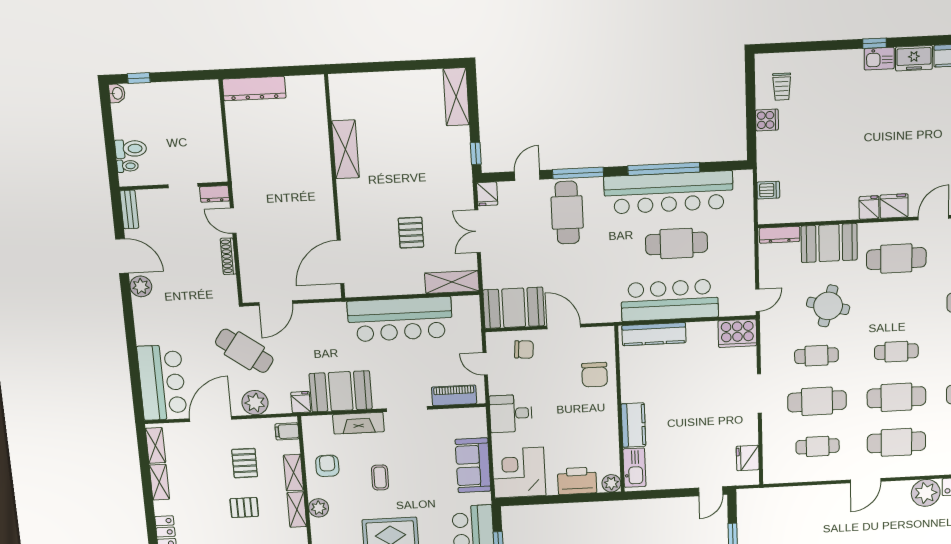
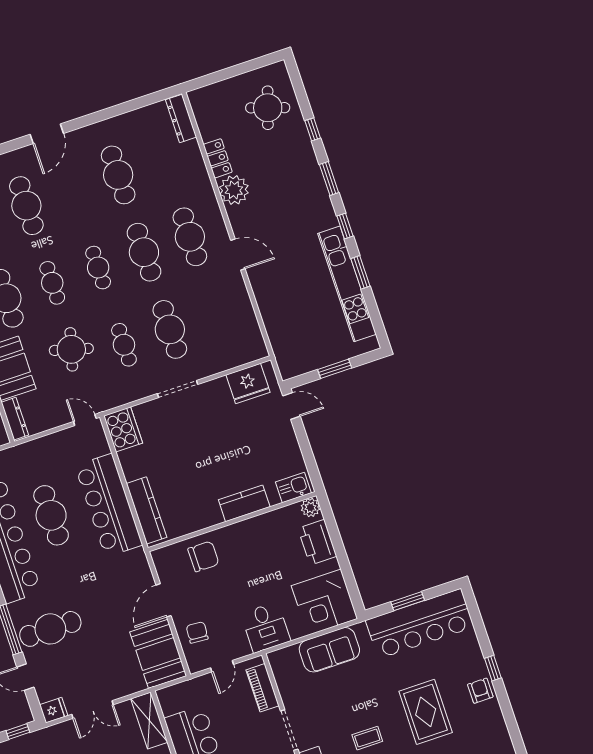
cafe table: (818, 446) -> (52, 283), moved
fridge: (748, 458) -> (248, 384), width x1.36, depth x1.34
kitchen sink: (634, 468) -> (293, 488), width x0.73

